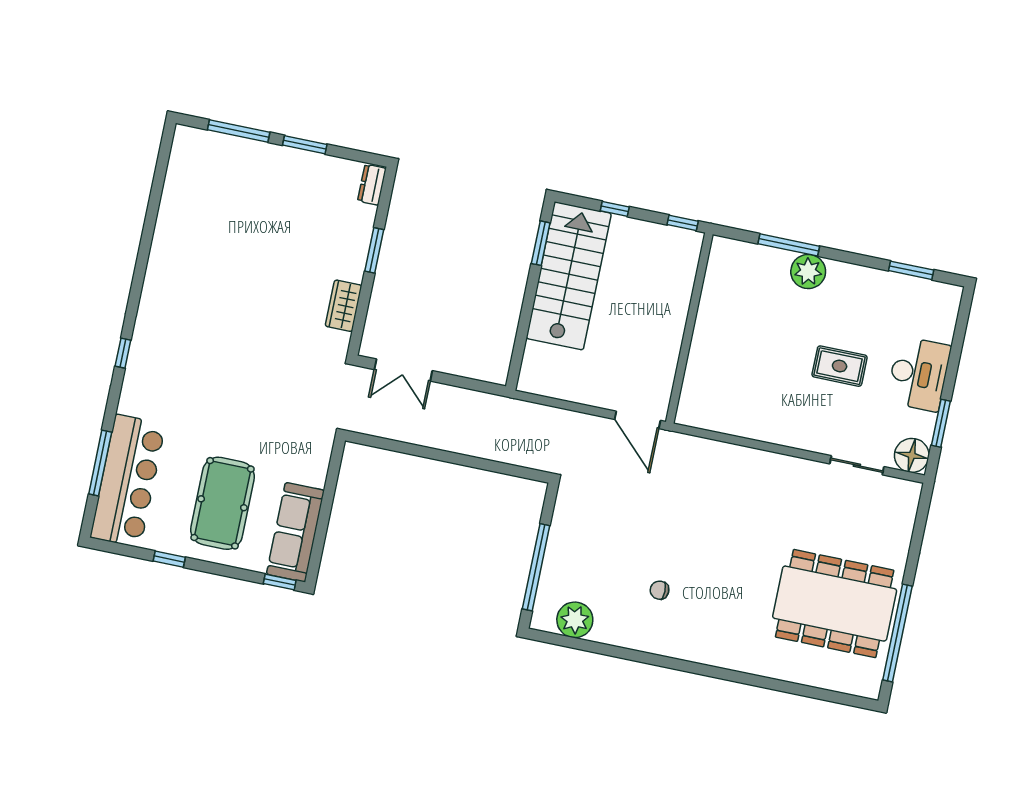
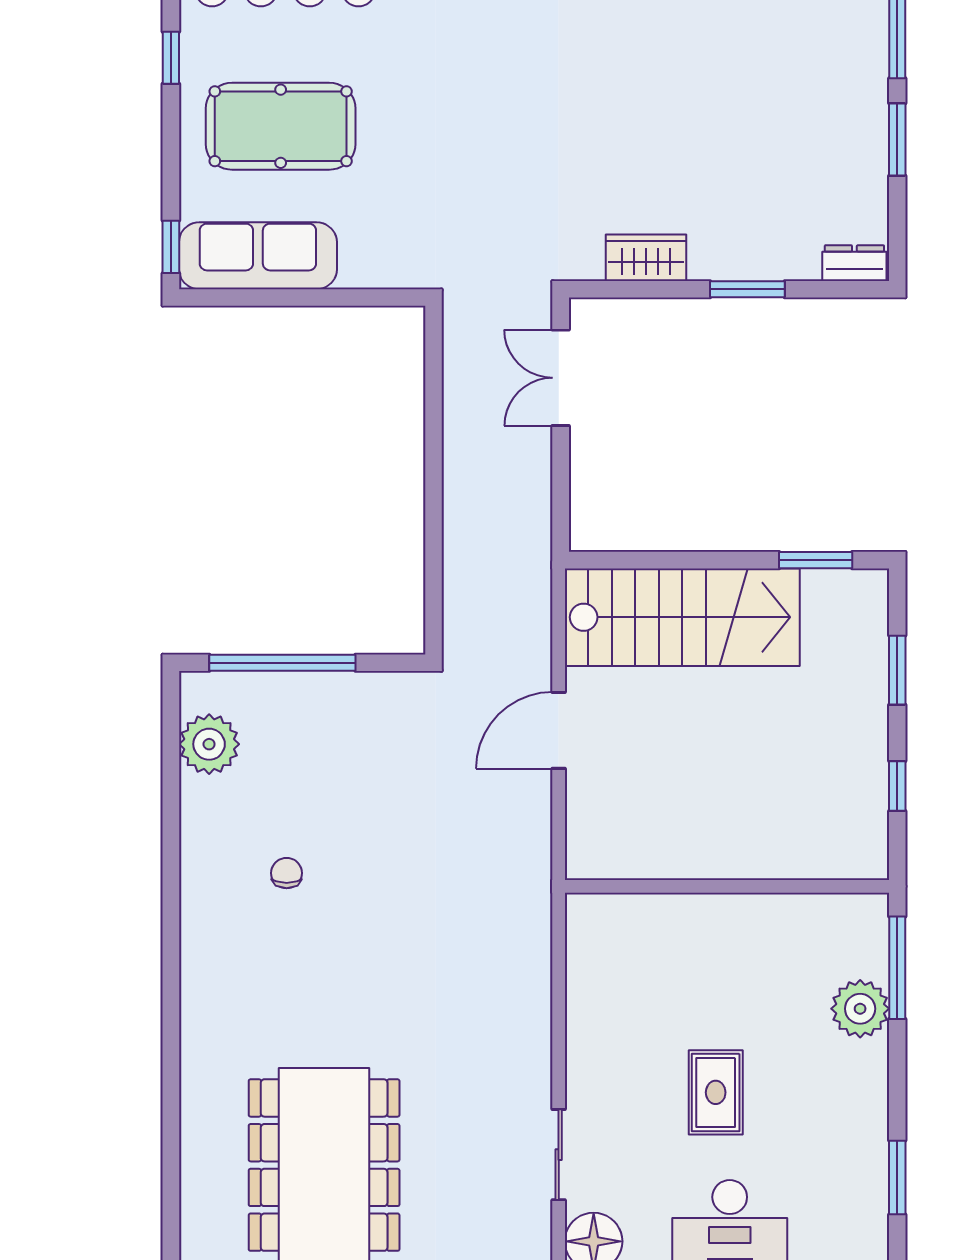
window: (615, 209) -> (897, 670), width x1.50
stairs: (569, 276) -> (682, 617), moved
wall: (689, 328) -> (727, 886), moved
door: (638, 420) -> (559, 730), moved

